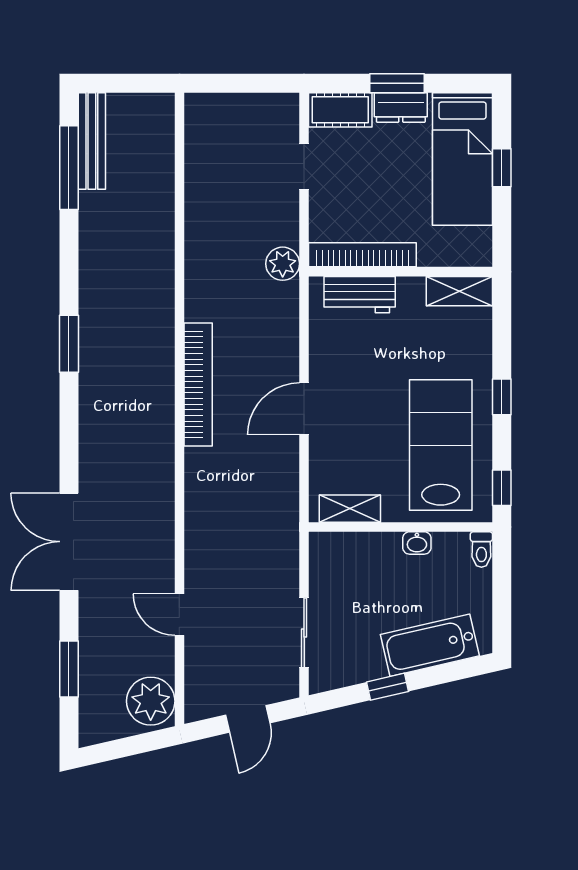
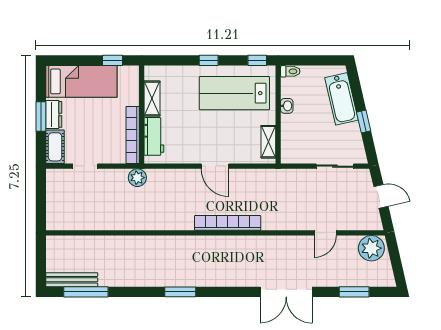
window: (502, 168) -> (113, 60), moved
shelving: (459, 291) -> (152, 99), moved
bookcase: (198, 385) -> (228, 223), moved

